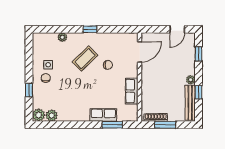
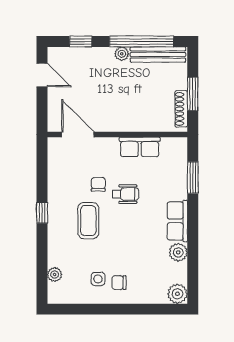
plant: (62, 37) -> (55, 275), moved
coffee table: (85, 59) -> (88, 221), turned 44
wheelchair: (102, 82) -> (126, 194), added
window: (29, 90) -> (138, 309), removed
window: (198, 92) -> (142, 41), width x3.17
plant: (52, 115) -> (178, 252), moved
row of seats: (103, 115) -> (177, 221), moved

